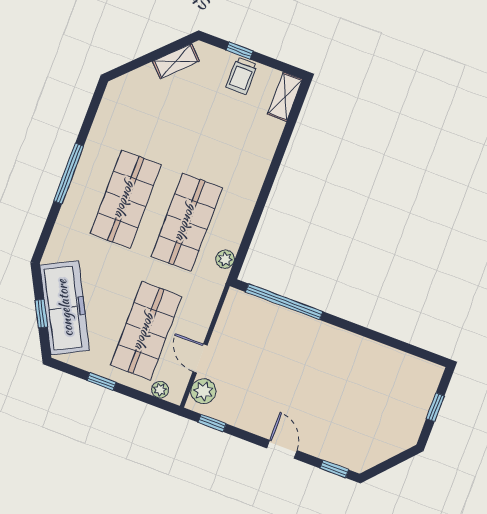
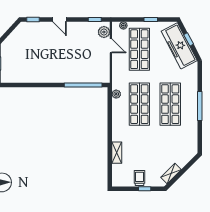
shelving: (285, 97) -> (117, 153), moved

